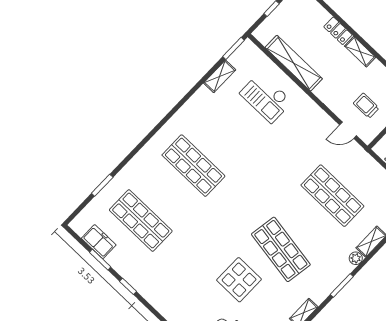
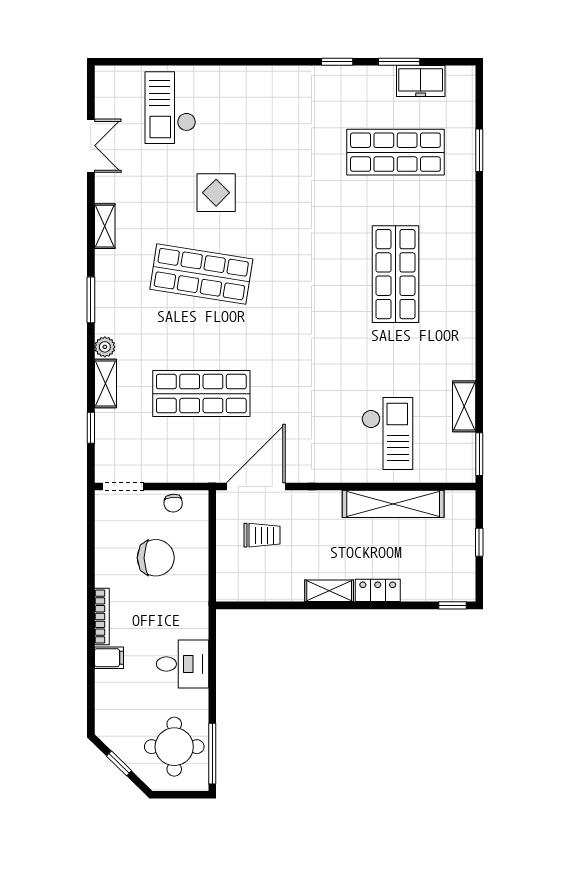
checkout: (266, 97) -> (387, 433), turned 90
door: (348, 130) -> (256, 486), width x1.87
shop shelf: (193, 166) -> (395, 274), turned 90
display table: (239, 280) -> (216, 193), width x0.73, depth x0.73

